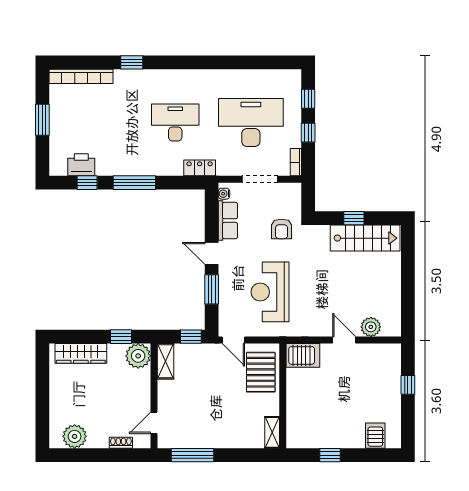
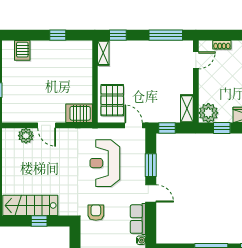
reception desk: (270, 292) -> (105, 163), turned 180
window: (253, 455) -> (118, 35), added

